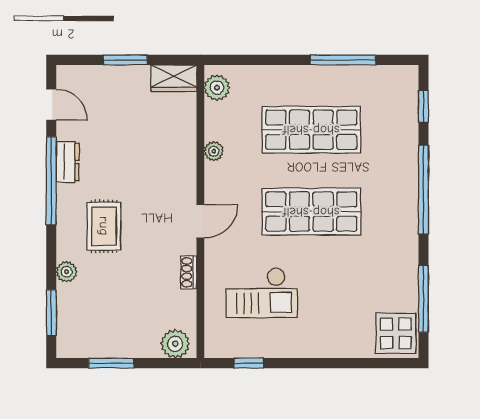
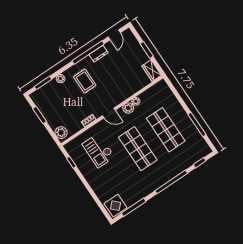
plant: (217, 88) -> (128, 108), moved
rug: (104, 226) -> (85, 81), turned 90

